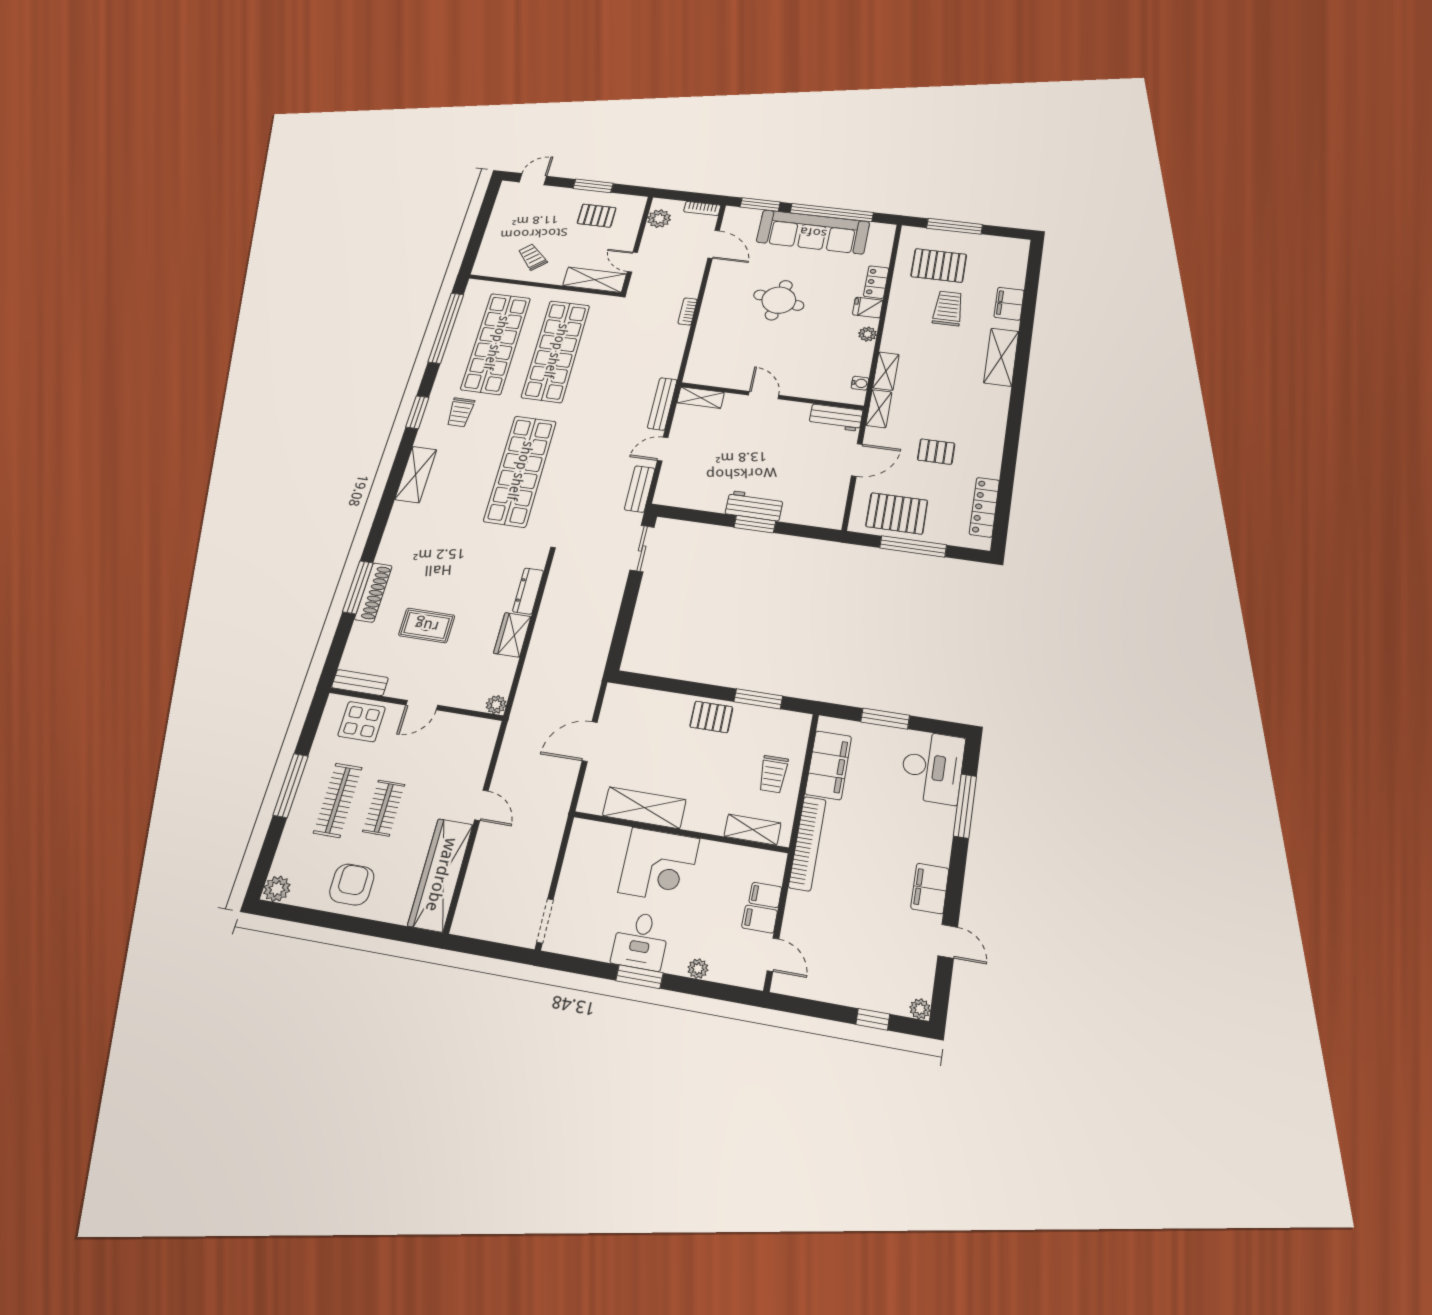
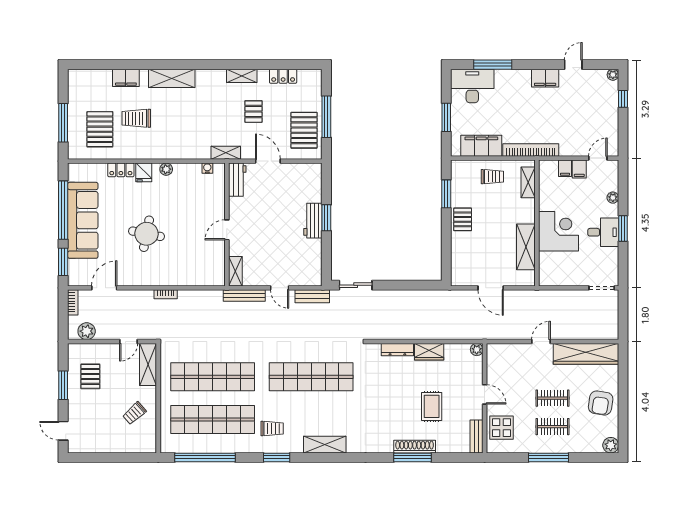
shelving: (886, 371) -> (242, 76), moved
locker: (984, 507) -> (283, 76), width x0.66
clothes rail: (338, 800) -> (553, 427), width x0.73
armchair: (352, 884) -> (601, 403), turned -81

